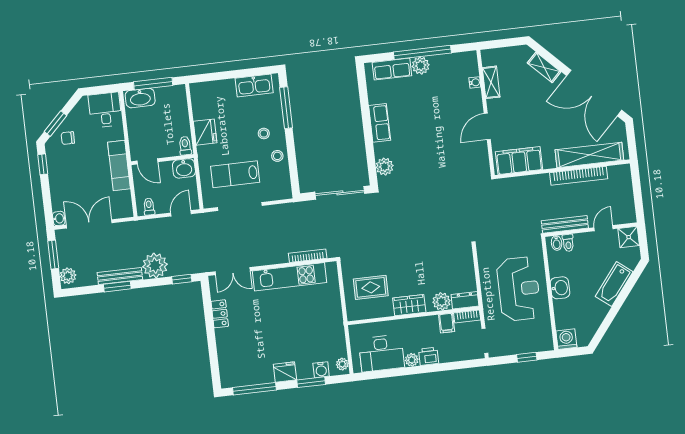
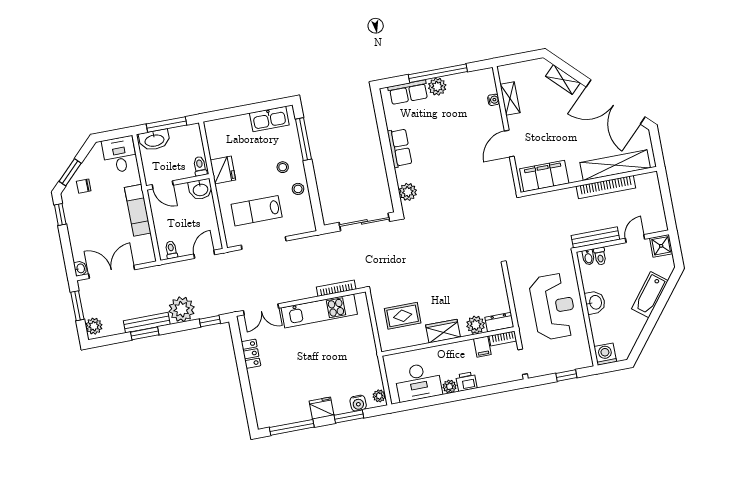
toilet: (185, 146) -> (200, 166), moved
wall: (162, 160) -> (178, 182), moved
door: (147, 161) -> (163, 185), moved
washbasin: (184, 168) -> (200, 189), moved

